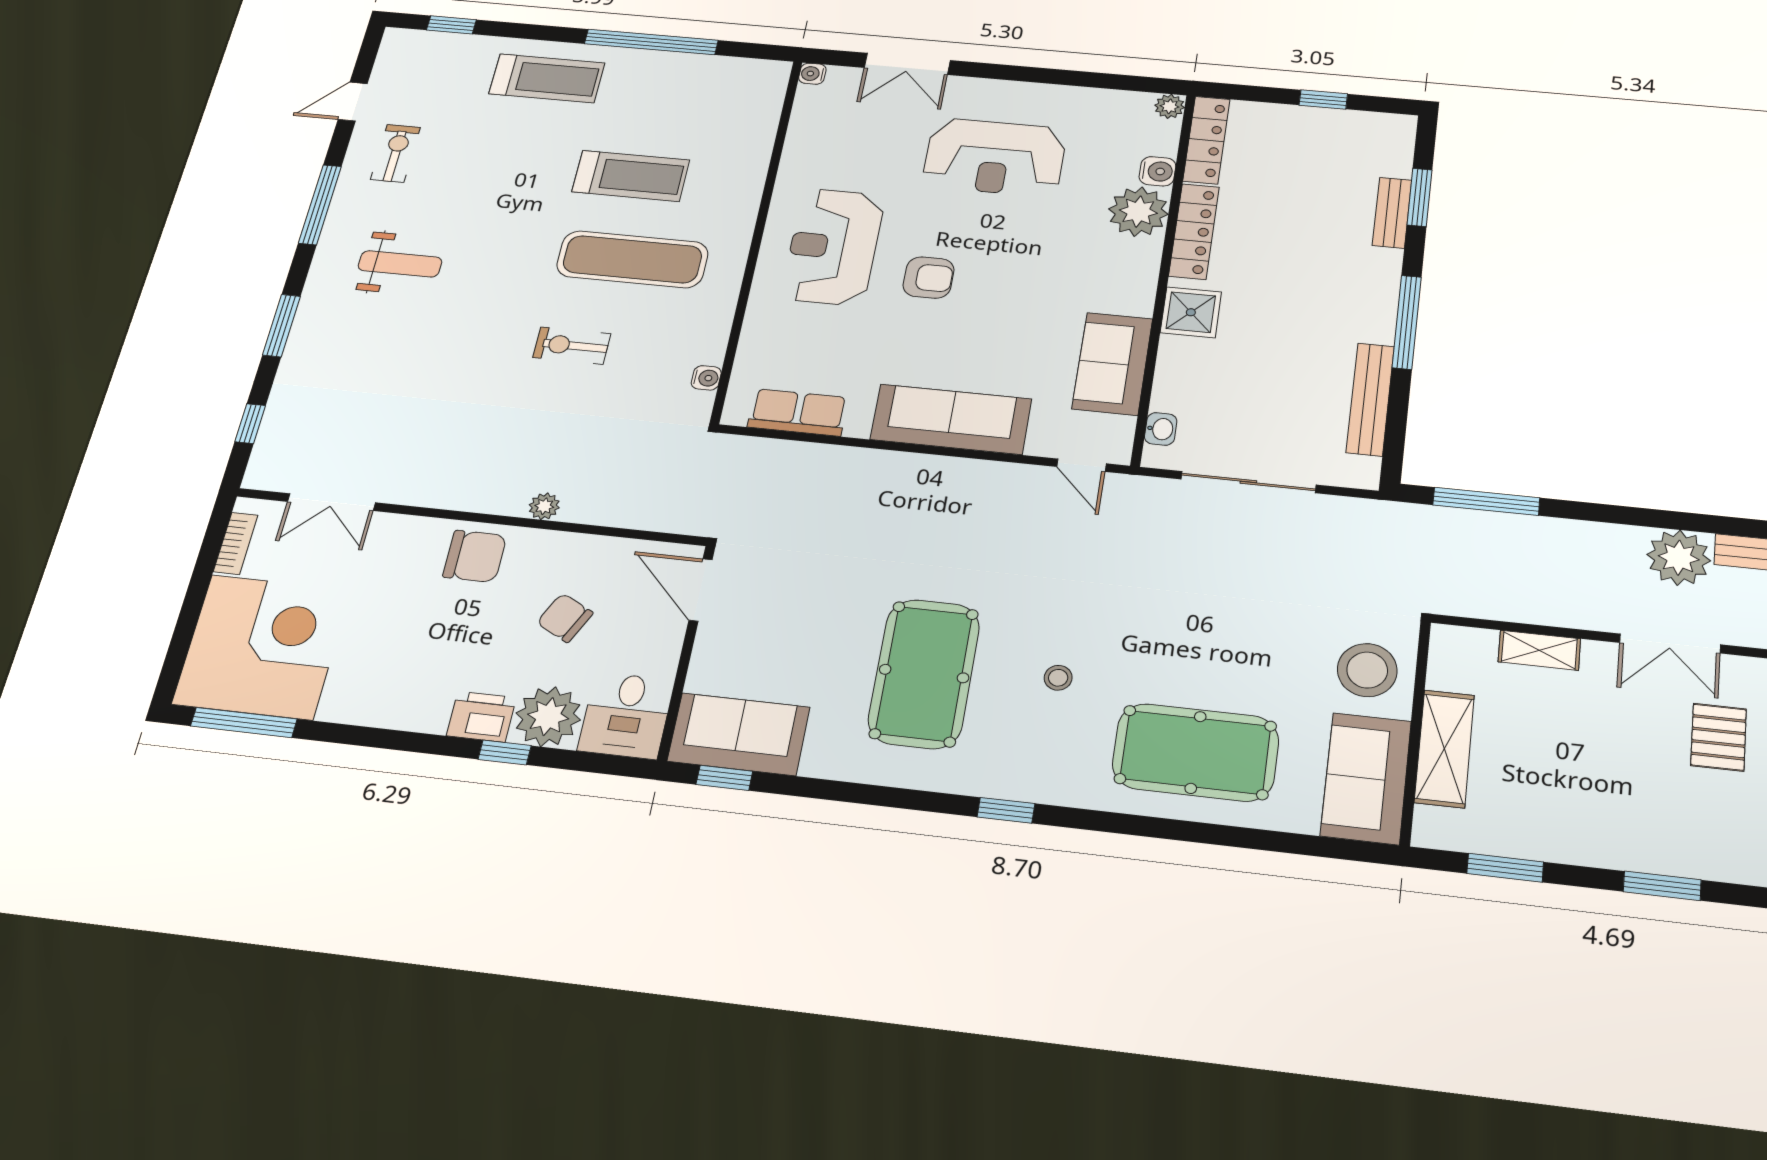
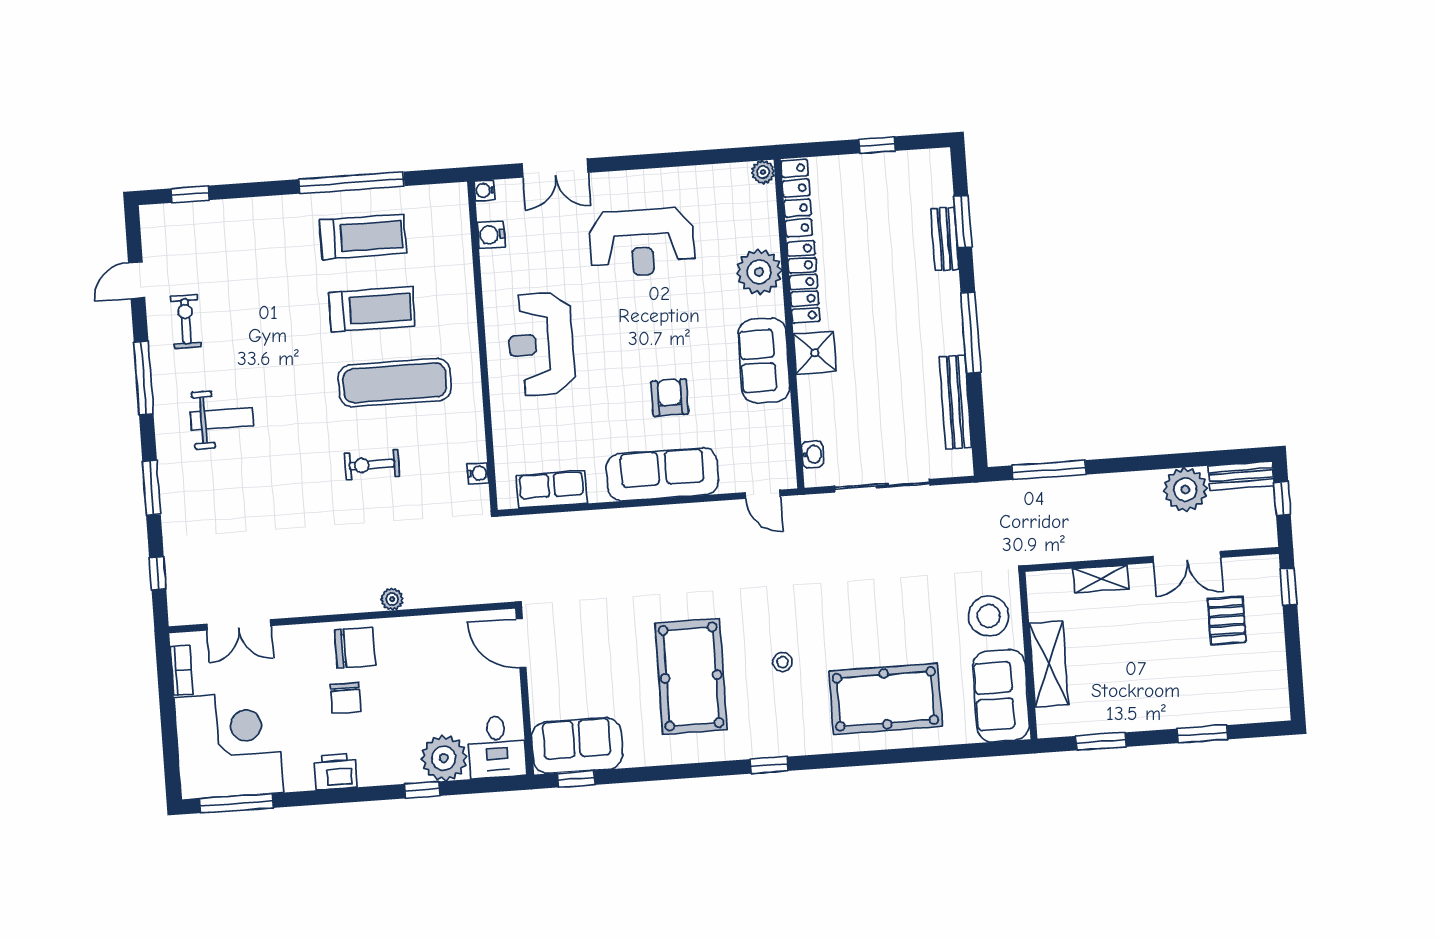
treadmill: (547, 78) -> (363, 237), moved
water cooler: (1157, 171) -> (491, 235), moved, turned 180
armchair: (929, 278) -> (670, 398), moved, turned -90
sofa: (1112, 364) -> (764, 361), moved
chair: (565, 618) -> (346, 698), moved, turned -117
printer: (481, 717) -> (336, 772), moved

